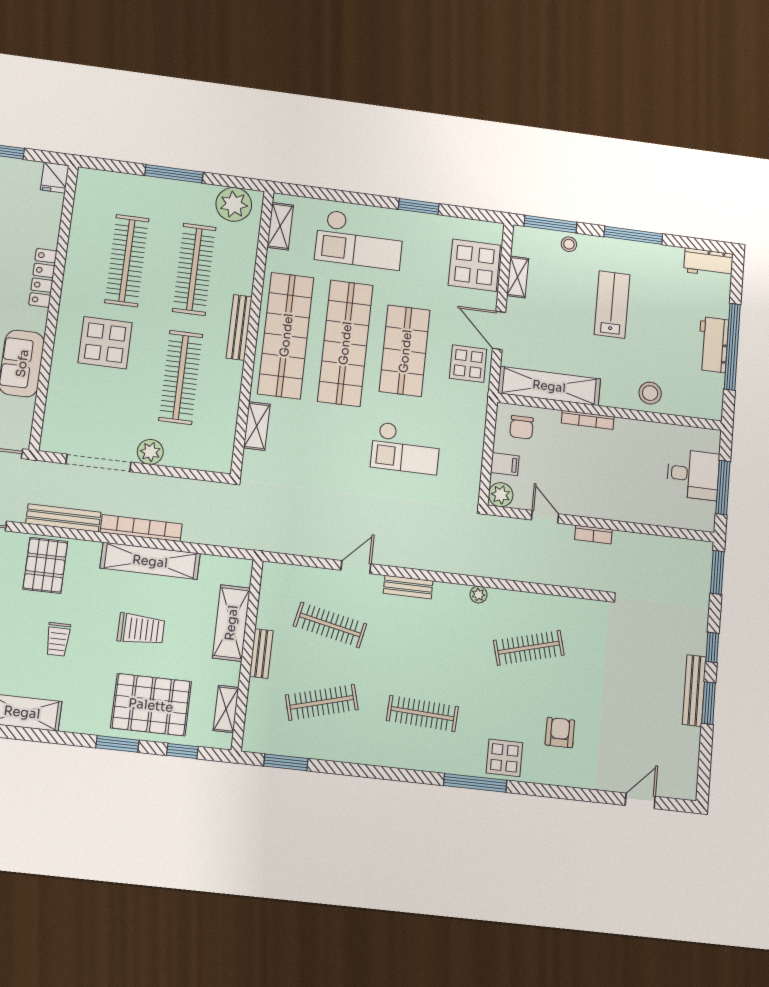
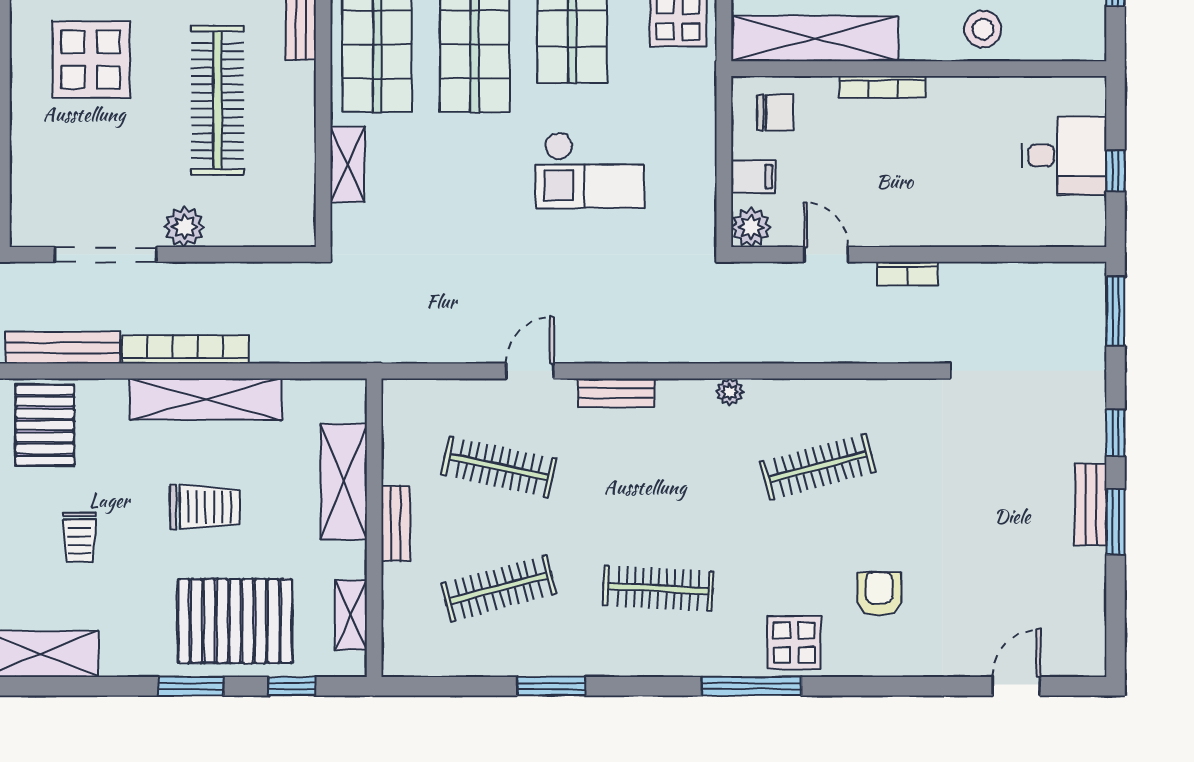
chair: (522, 427) -> (775, 113), turned -90
window: (723, 488) -> (1116, 171), width x0.46
bench: (694, 691) -> (1091, 504), width x0.73
window: (286, 762) -> (551, 686), moved

